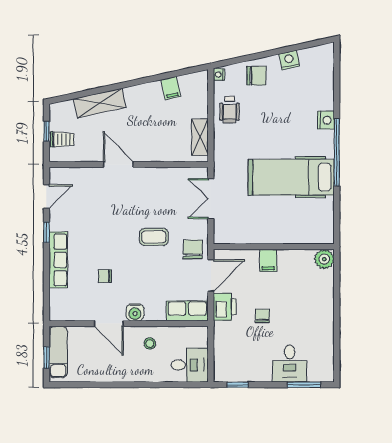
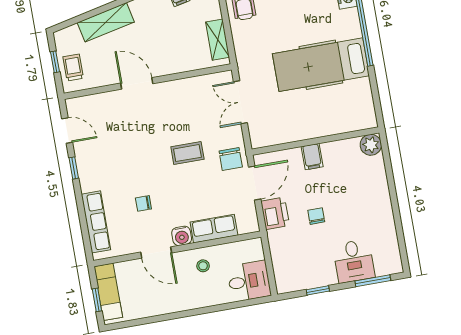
trolley: (62, 139) -> (73, 67), turned -90
door: (46, 197) -> (67, 130), hinge flipped
chair: (193, 249) -> (231, 159), turned 180
row of seats: (58, 260) -> (96, 222), moved
row of seats: (187, 311) -> (214, 229), moved
window: (238, 385) -> (318, 290), moved

